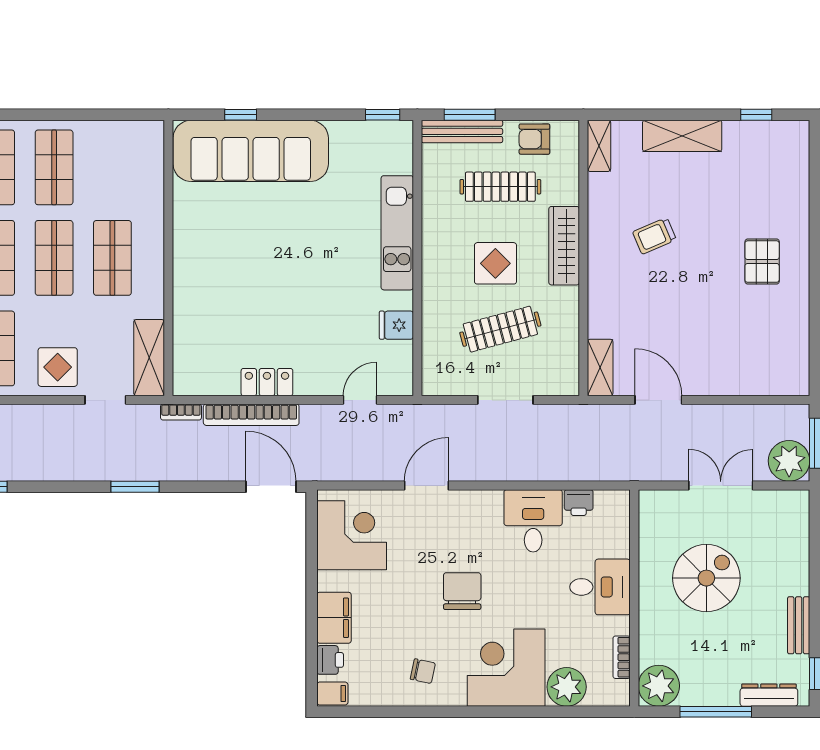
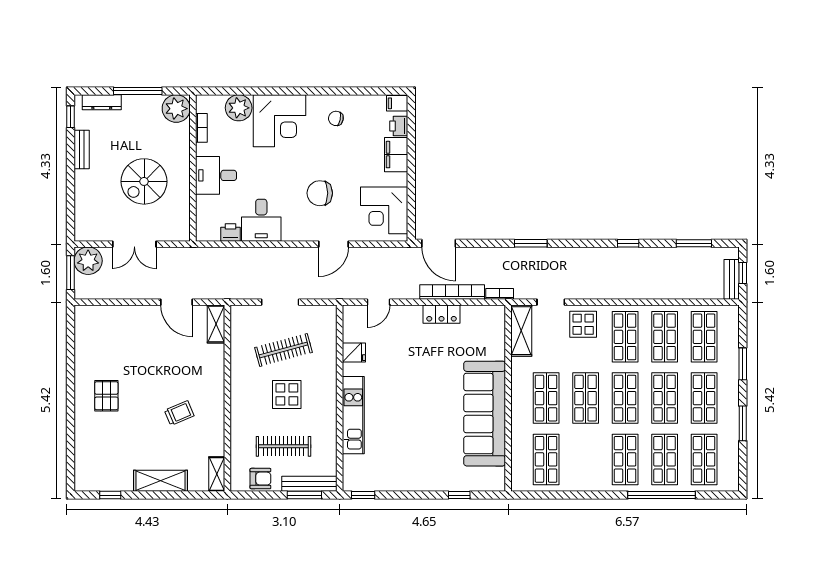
sofa: (251, 151) -> (485, 414), moved, turned -90
shop shelf: (54, 167) -> (546, 459), moved
wardrobe: (564, 246) -> (240, 406), removed
chair: (462, 591) -> (320, 193), moved, turned 90

